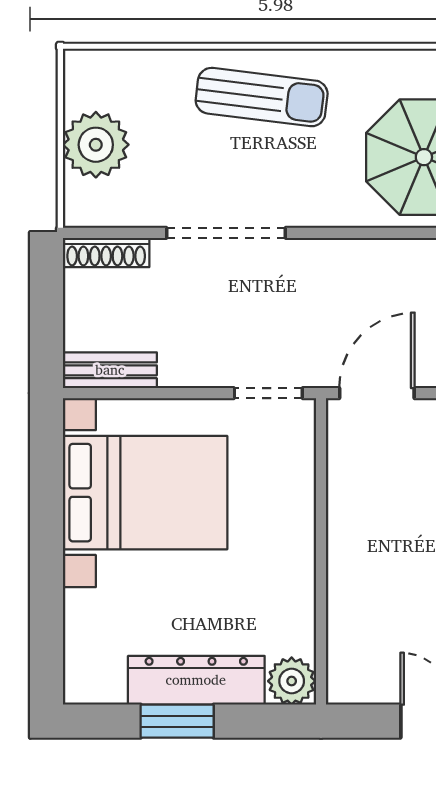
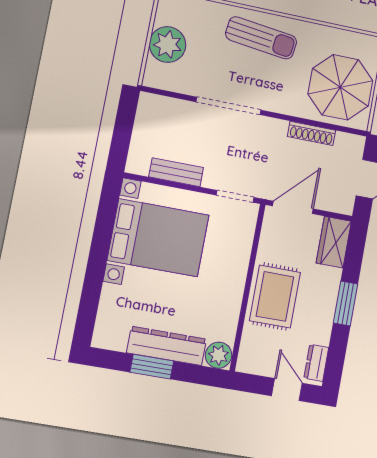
shoe rack: (106, 252) -> (312, 133), moved
bench: (110, 370) -> (176, 172), moved
rug: (374, 559) -> (275, 296), added

